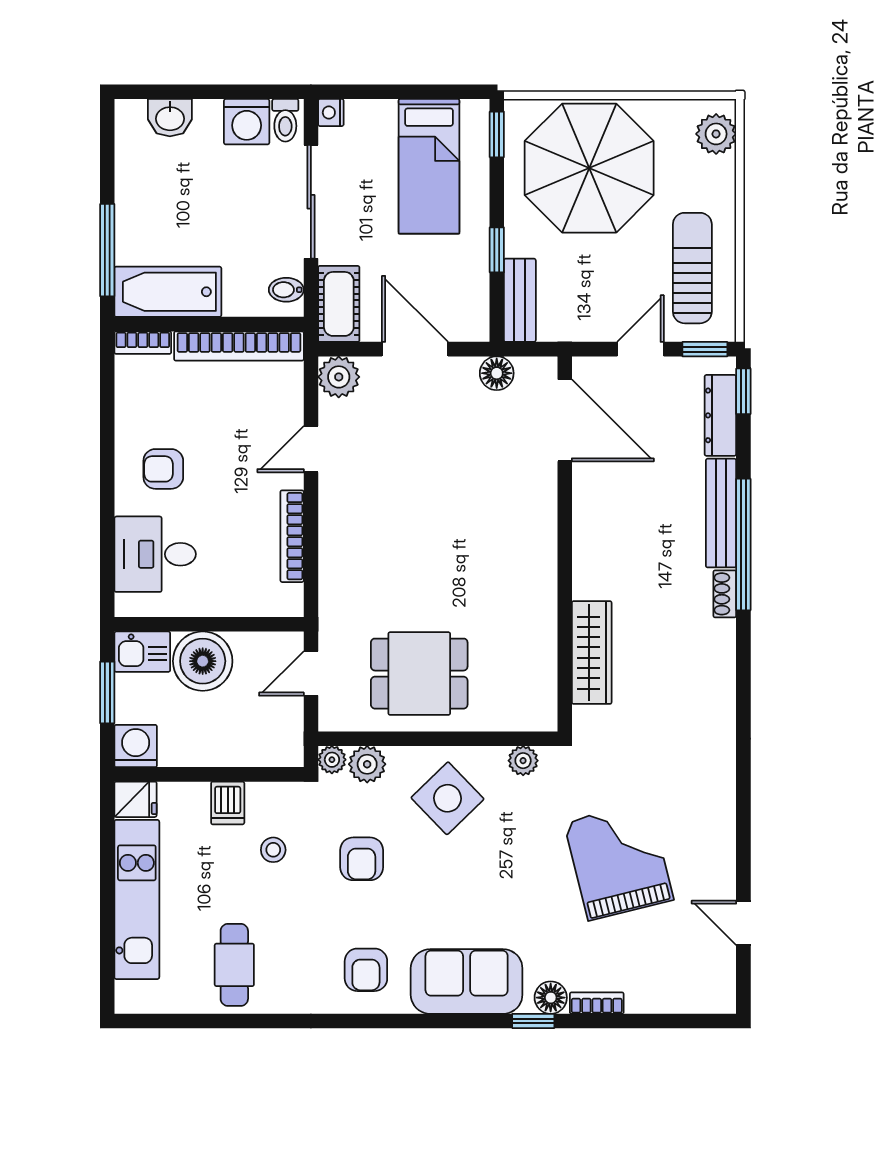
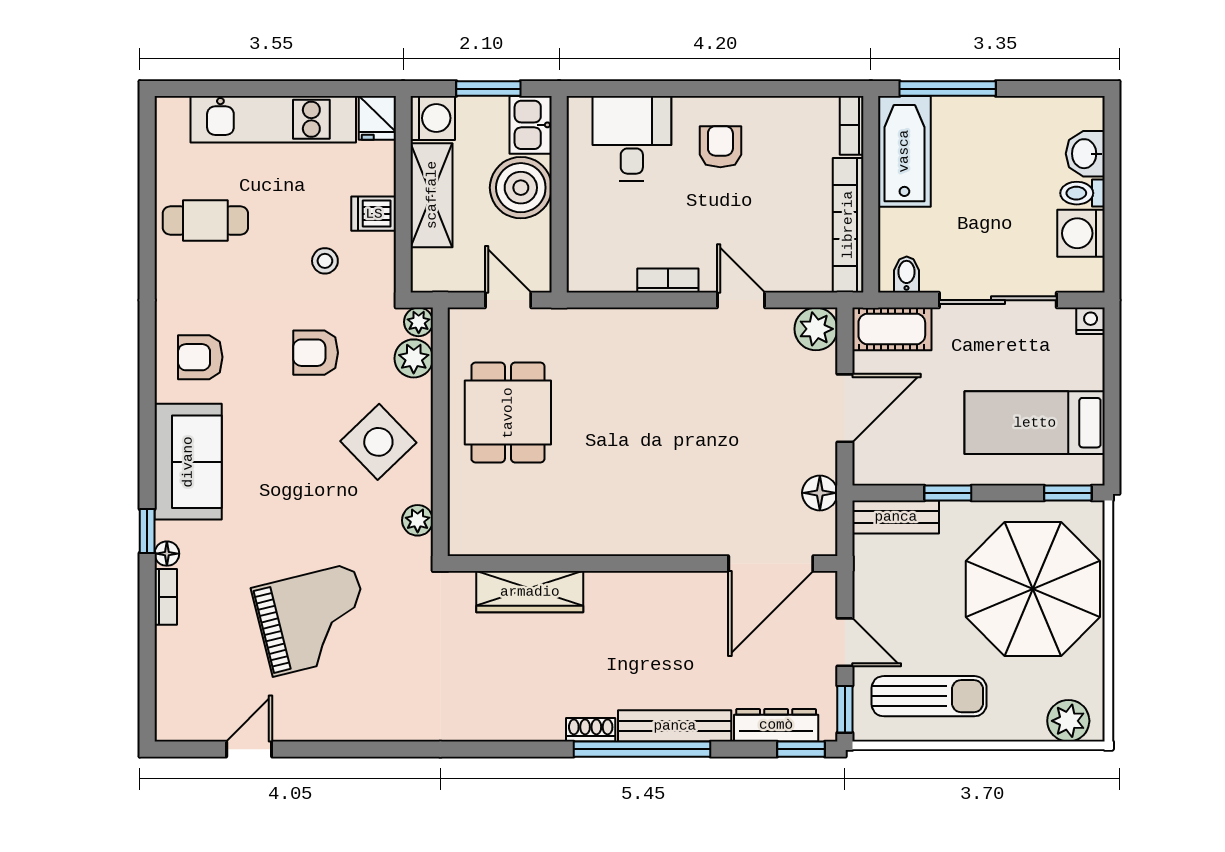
toilet: (285, 120) -> (1082, 193), moved
bookcase: (292, 536) -> (668, 280), width x0.64
shelving: (210, 747) -> (432, 195), added
floor lamp: (551, 998) -> (167, 554), width x0.73, depth x0.73

